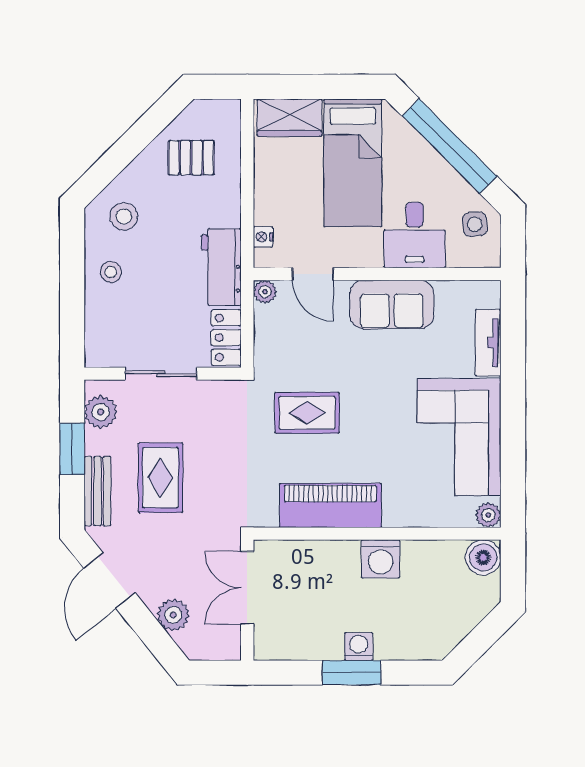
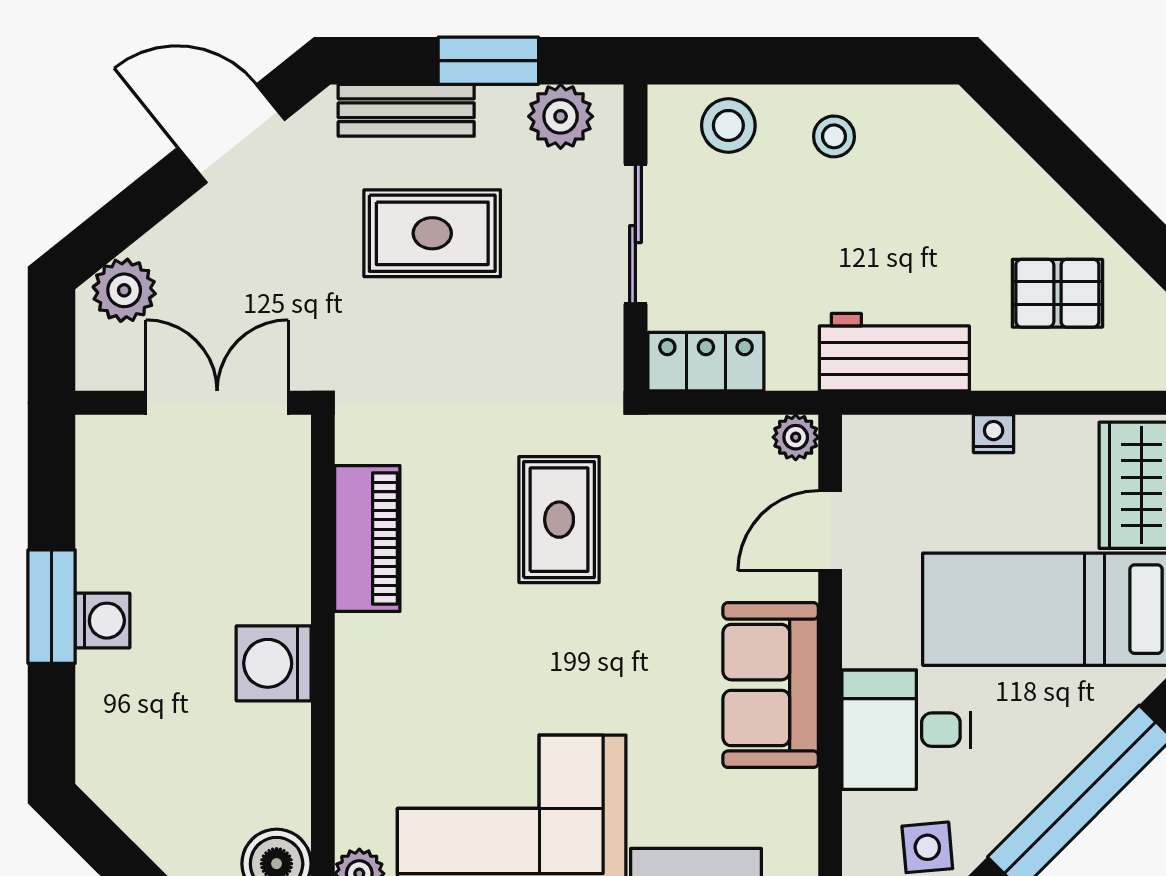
pallet: (191, 158) -> (1057, 293), turned 90
stool: (124, 216) -> (728, 125), moved
nightstand: (263, 237) -> (994, 434), moved
workbench: (221, 267) -> (894, 352), moved
piano: (330, 505) -> (367, 539), width x0.73, depth x0.75
plant: (173, 615) -> (124, 290), moved

